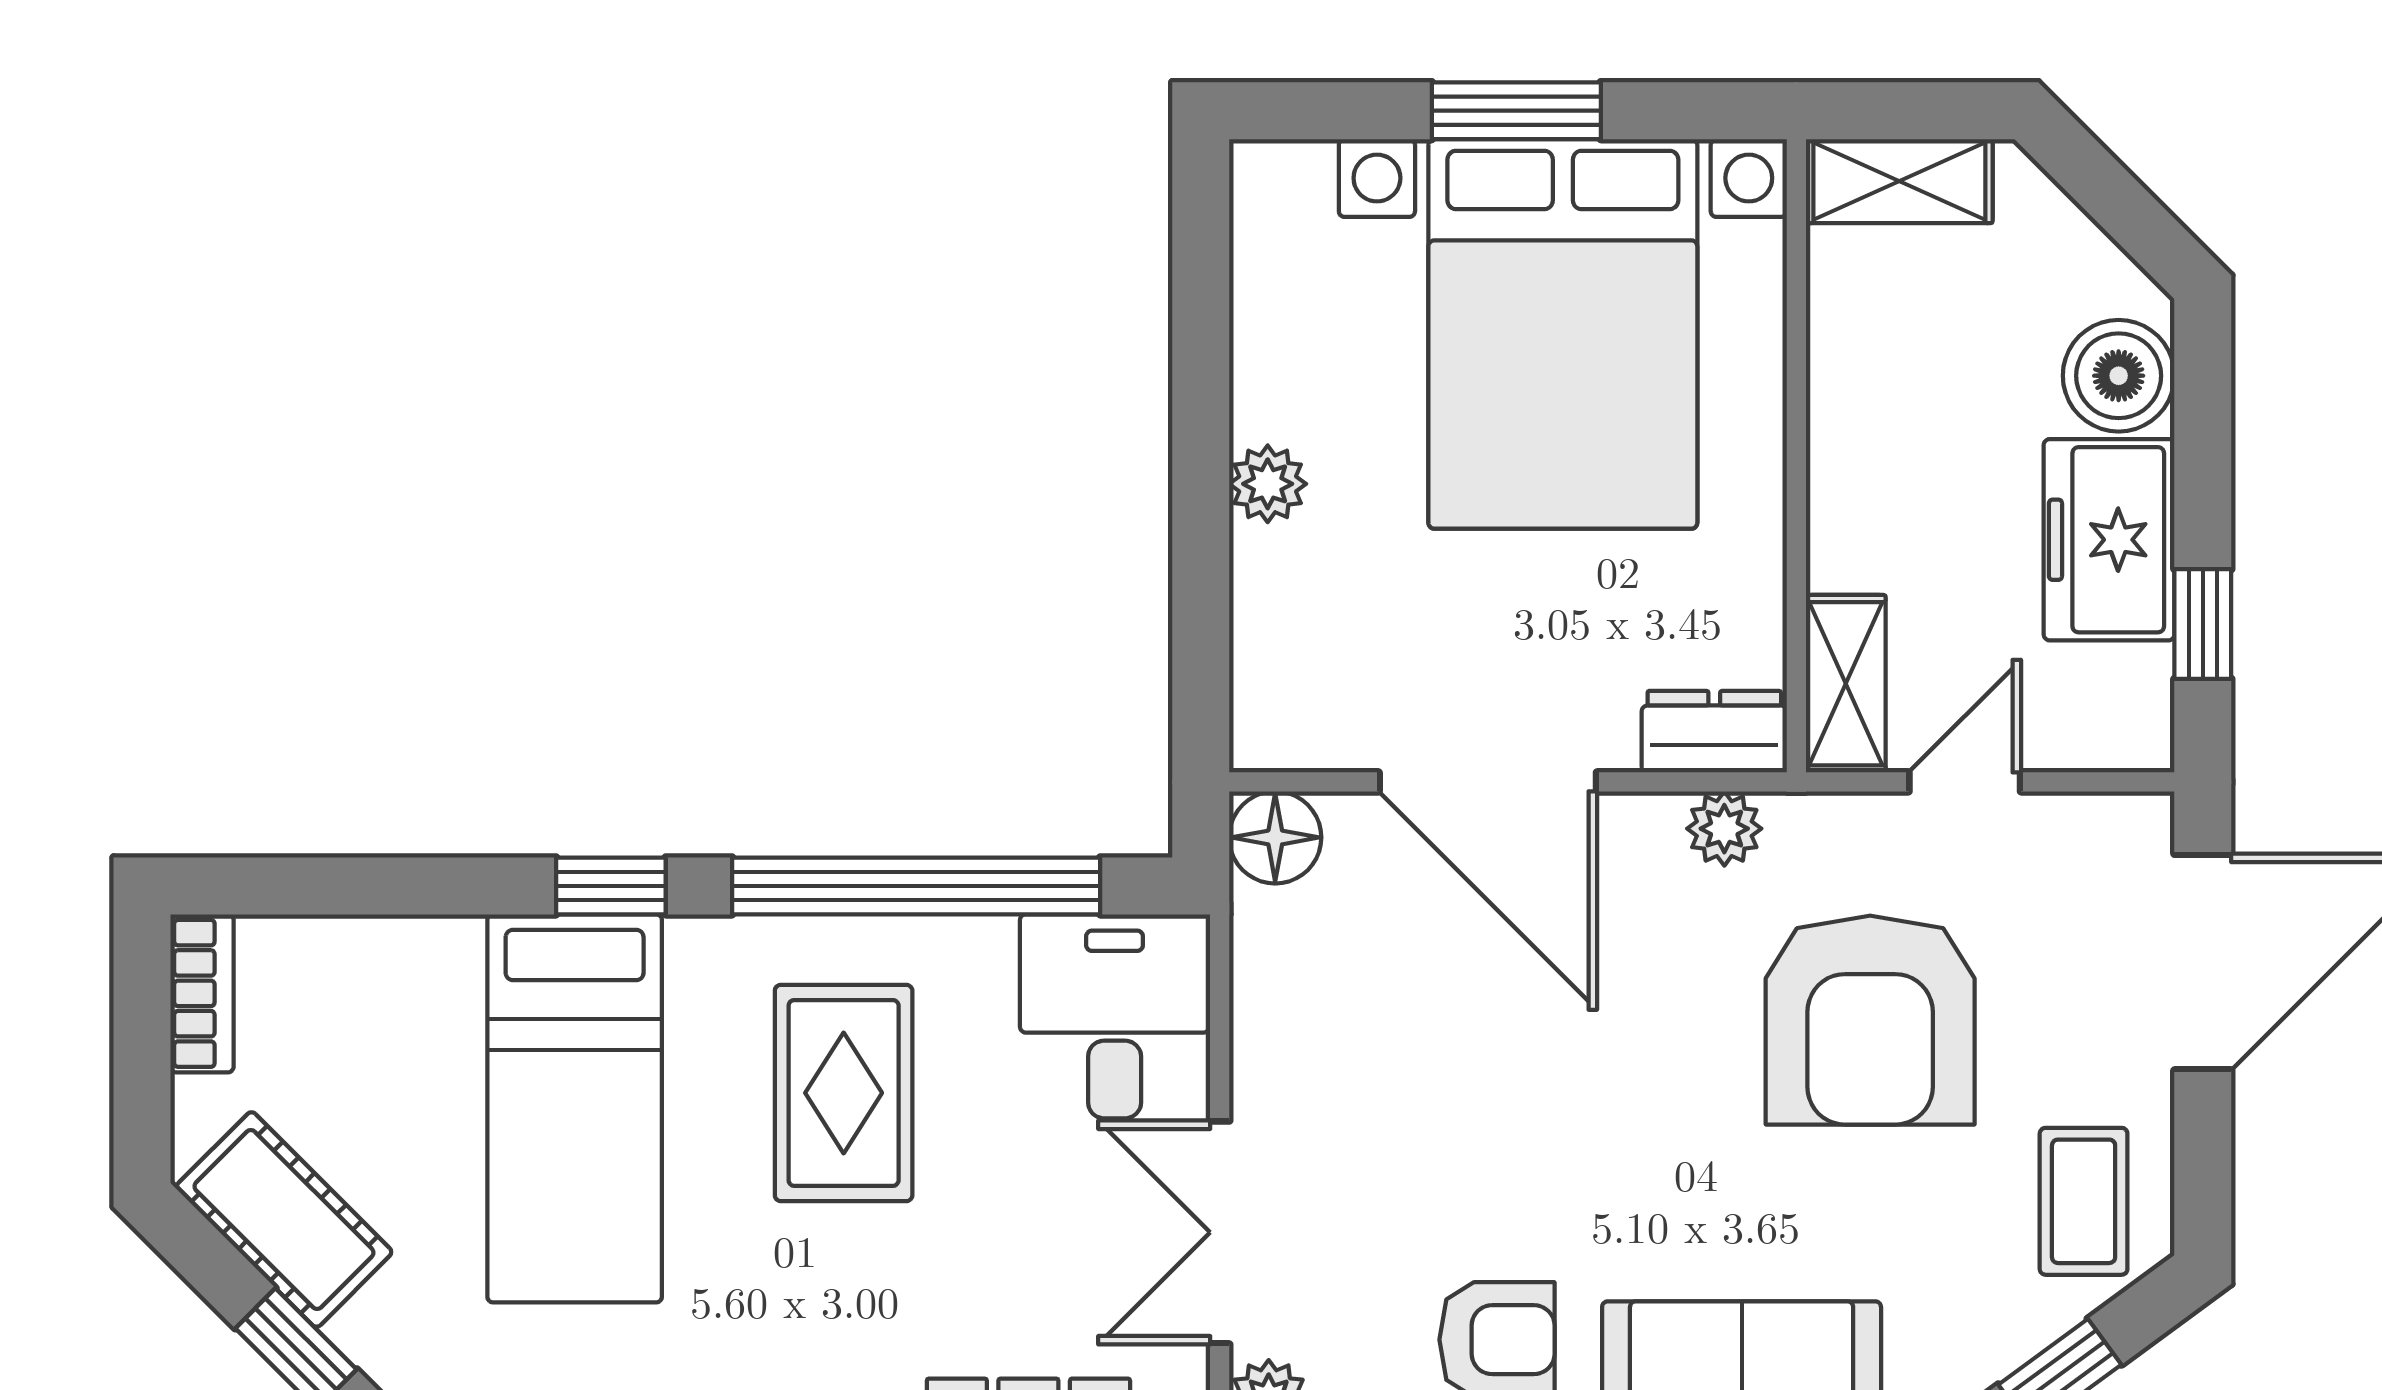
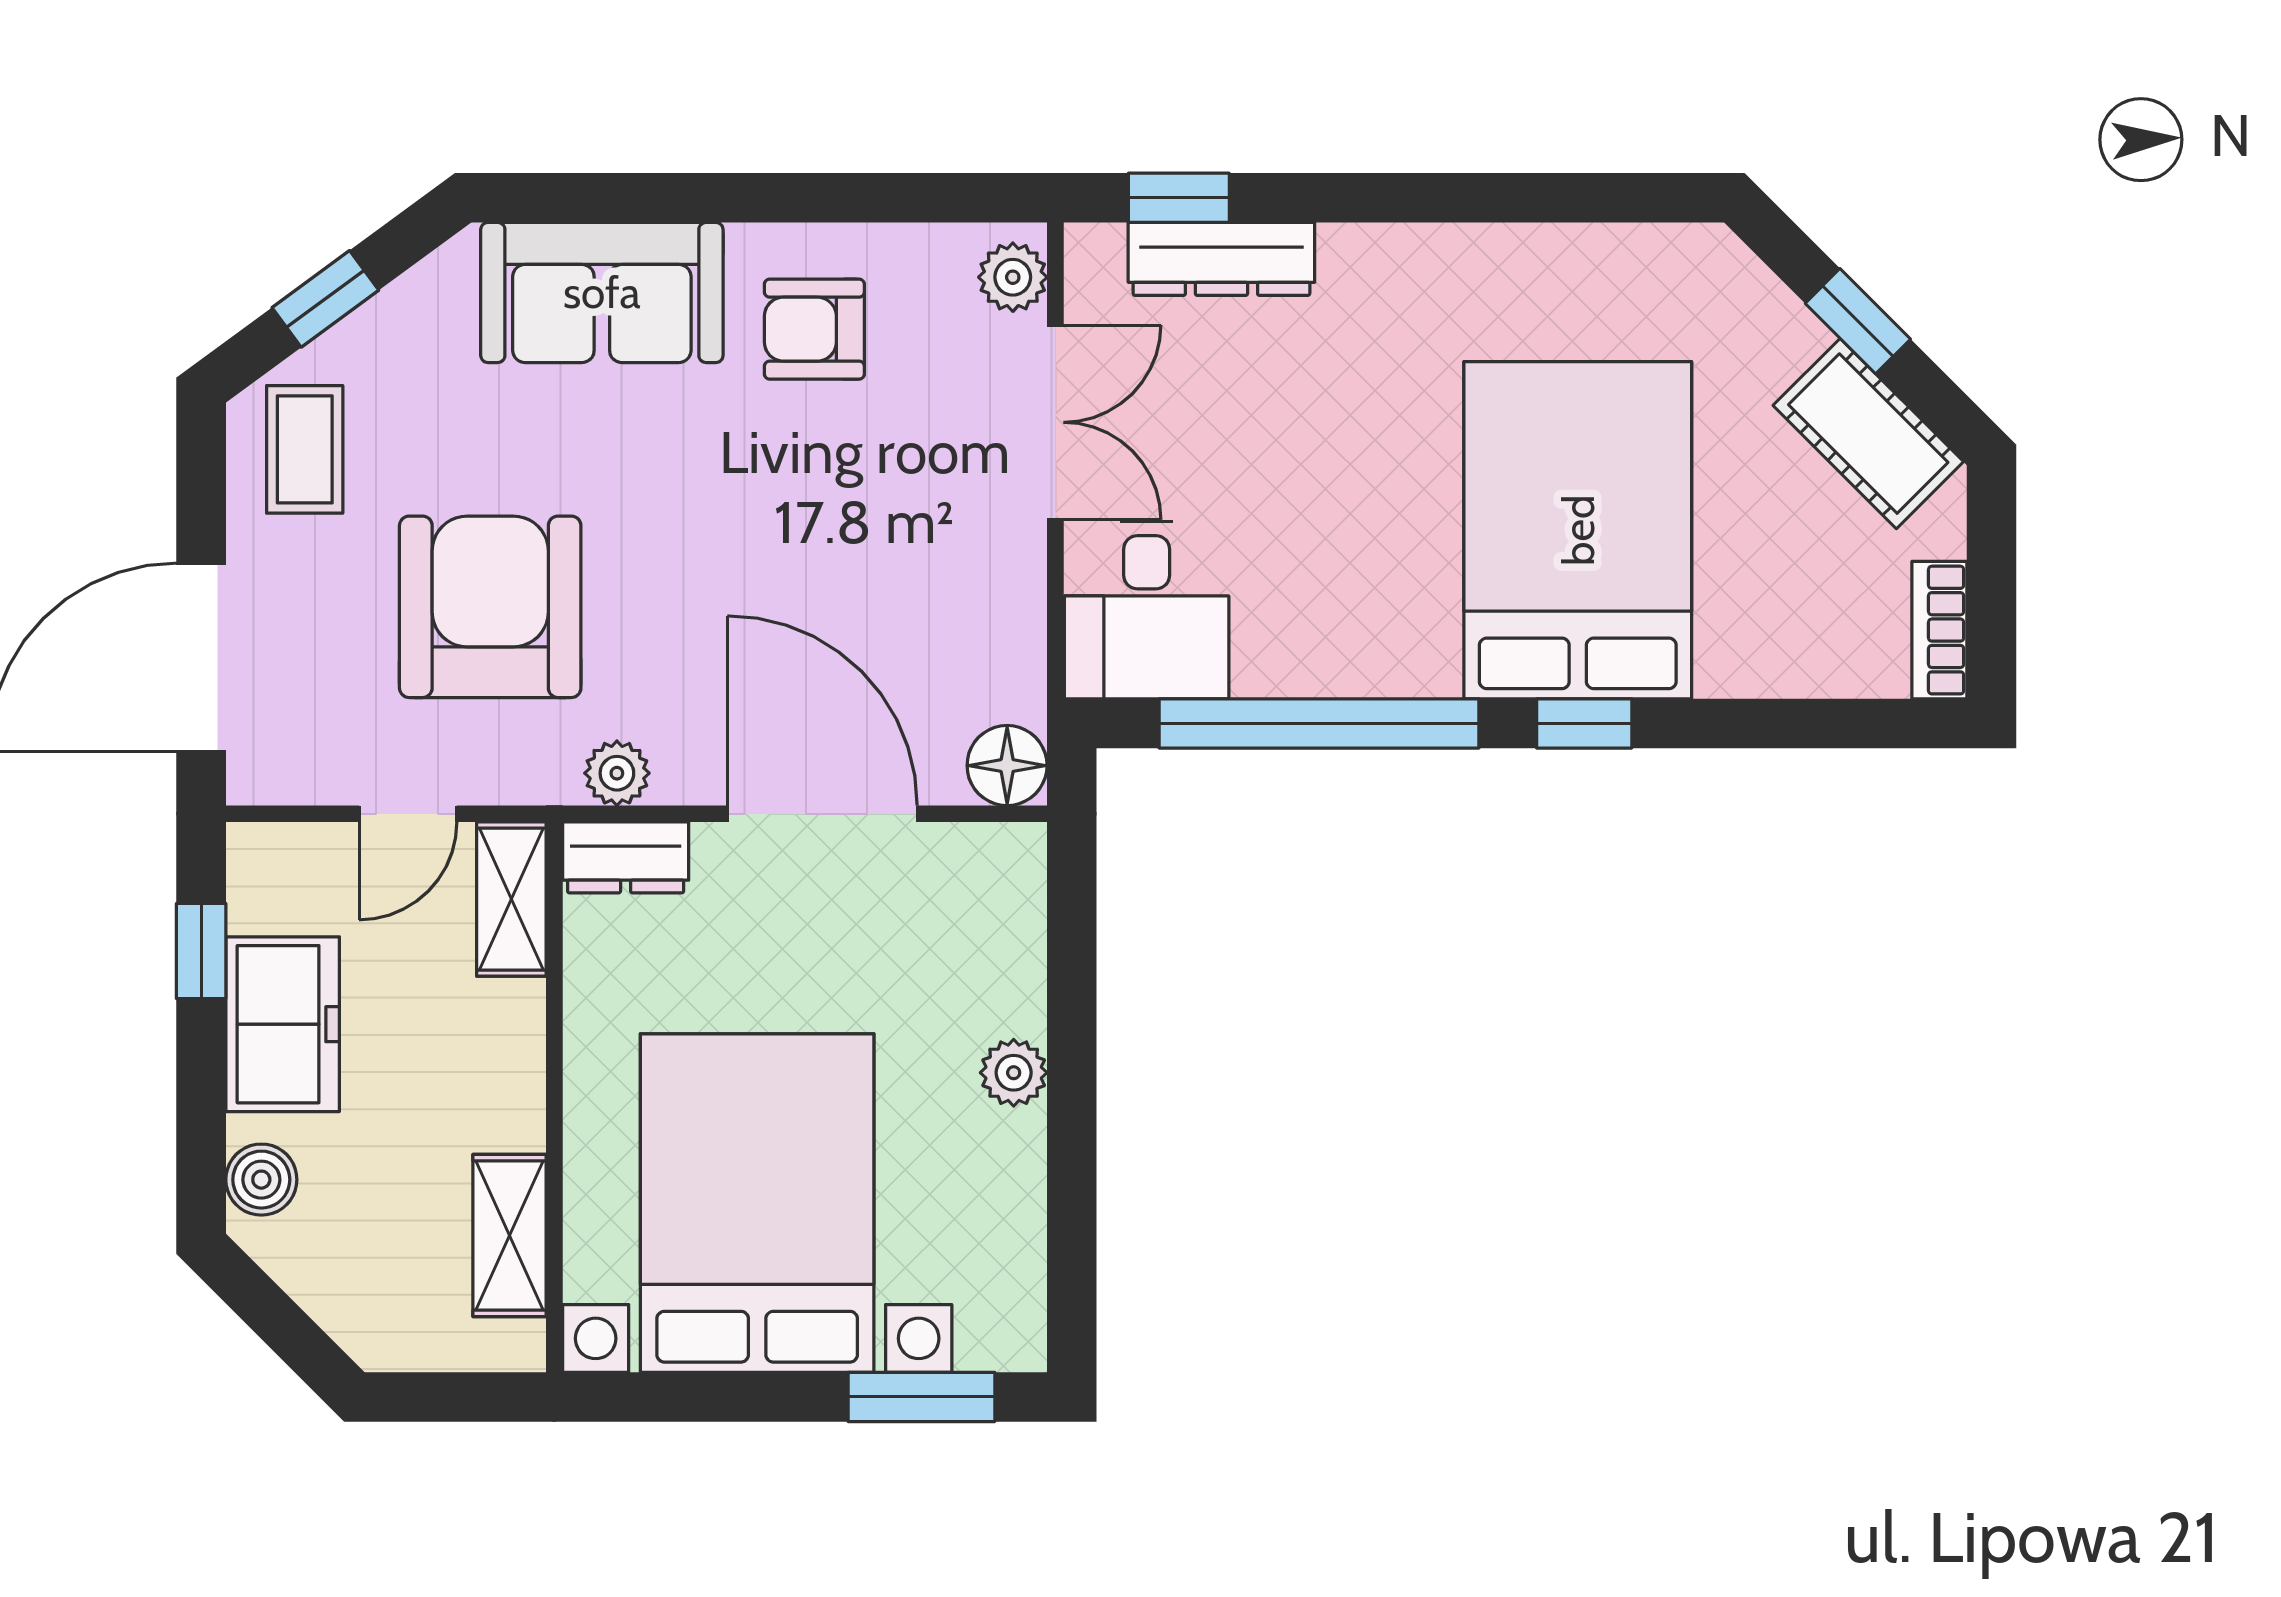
window: (1516, 111) -> (921, 1397), moved
shelving: (1899, 181) -> (510, 1236), moved, turned 90
boiler: (2119, 376) -> (261, 1180), width x0.73, depth x0.73
rug: (844, 1093) -> (1382, 544), removed
bed: (575, 1108) -> (1578, 530), width x1.50

